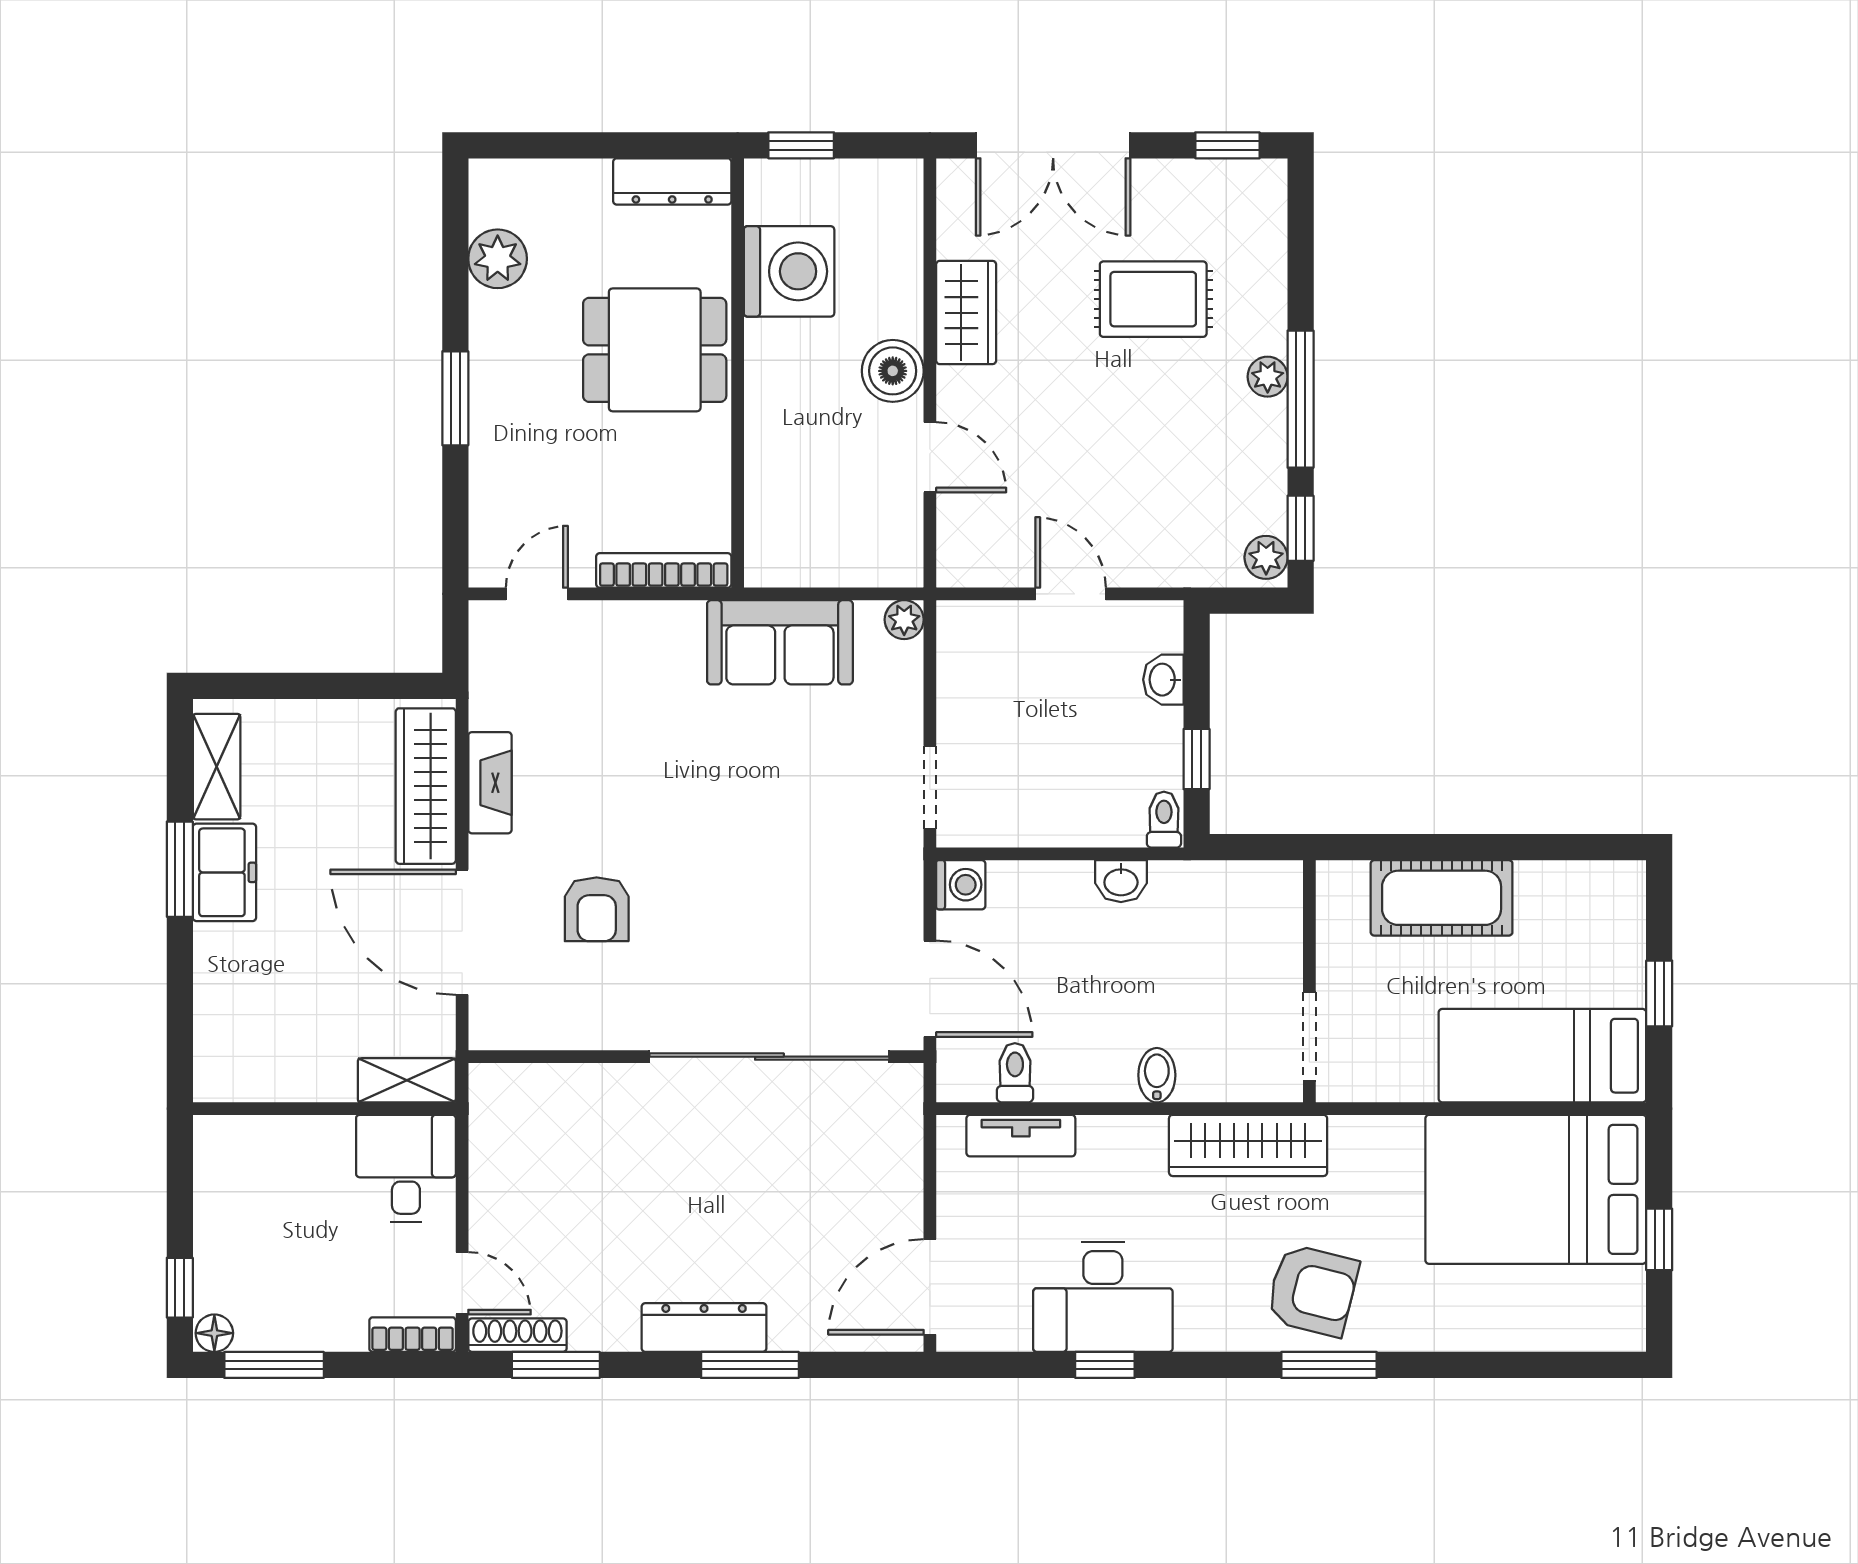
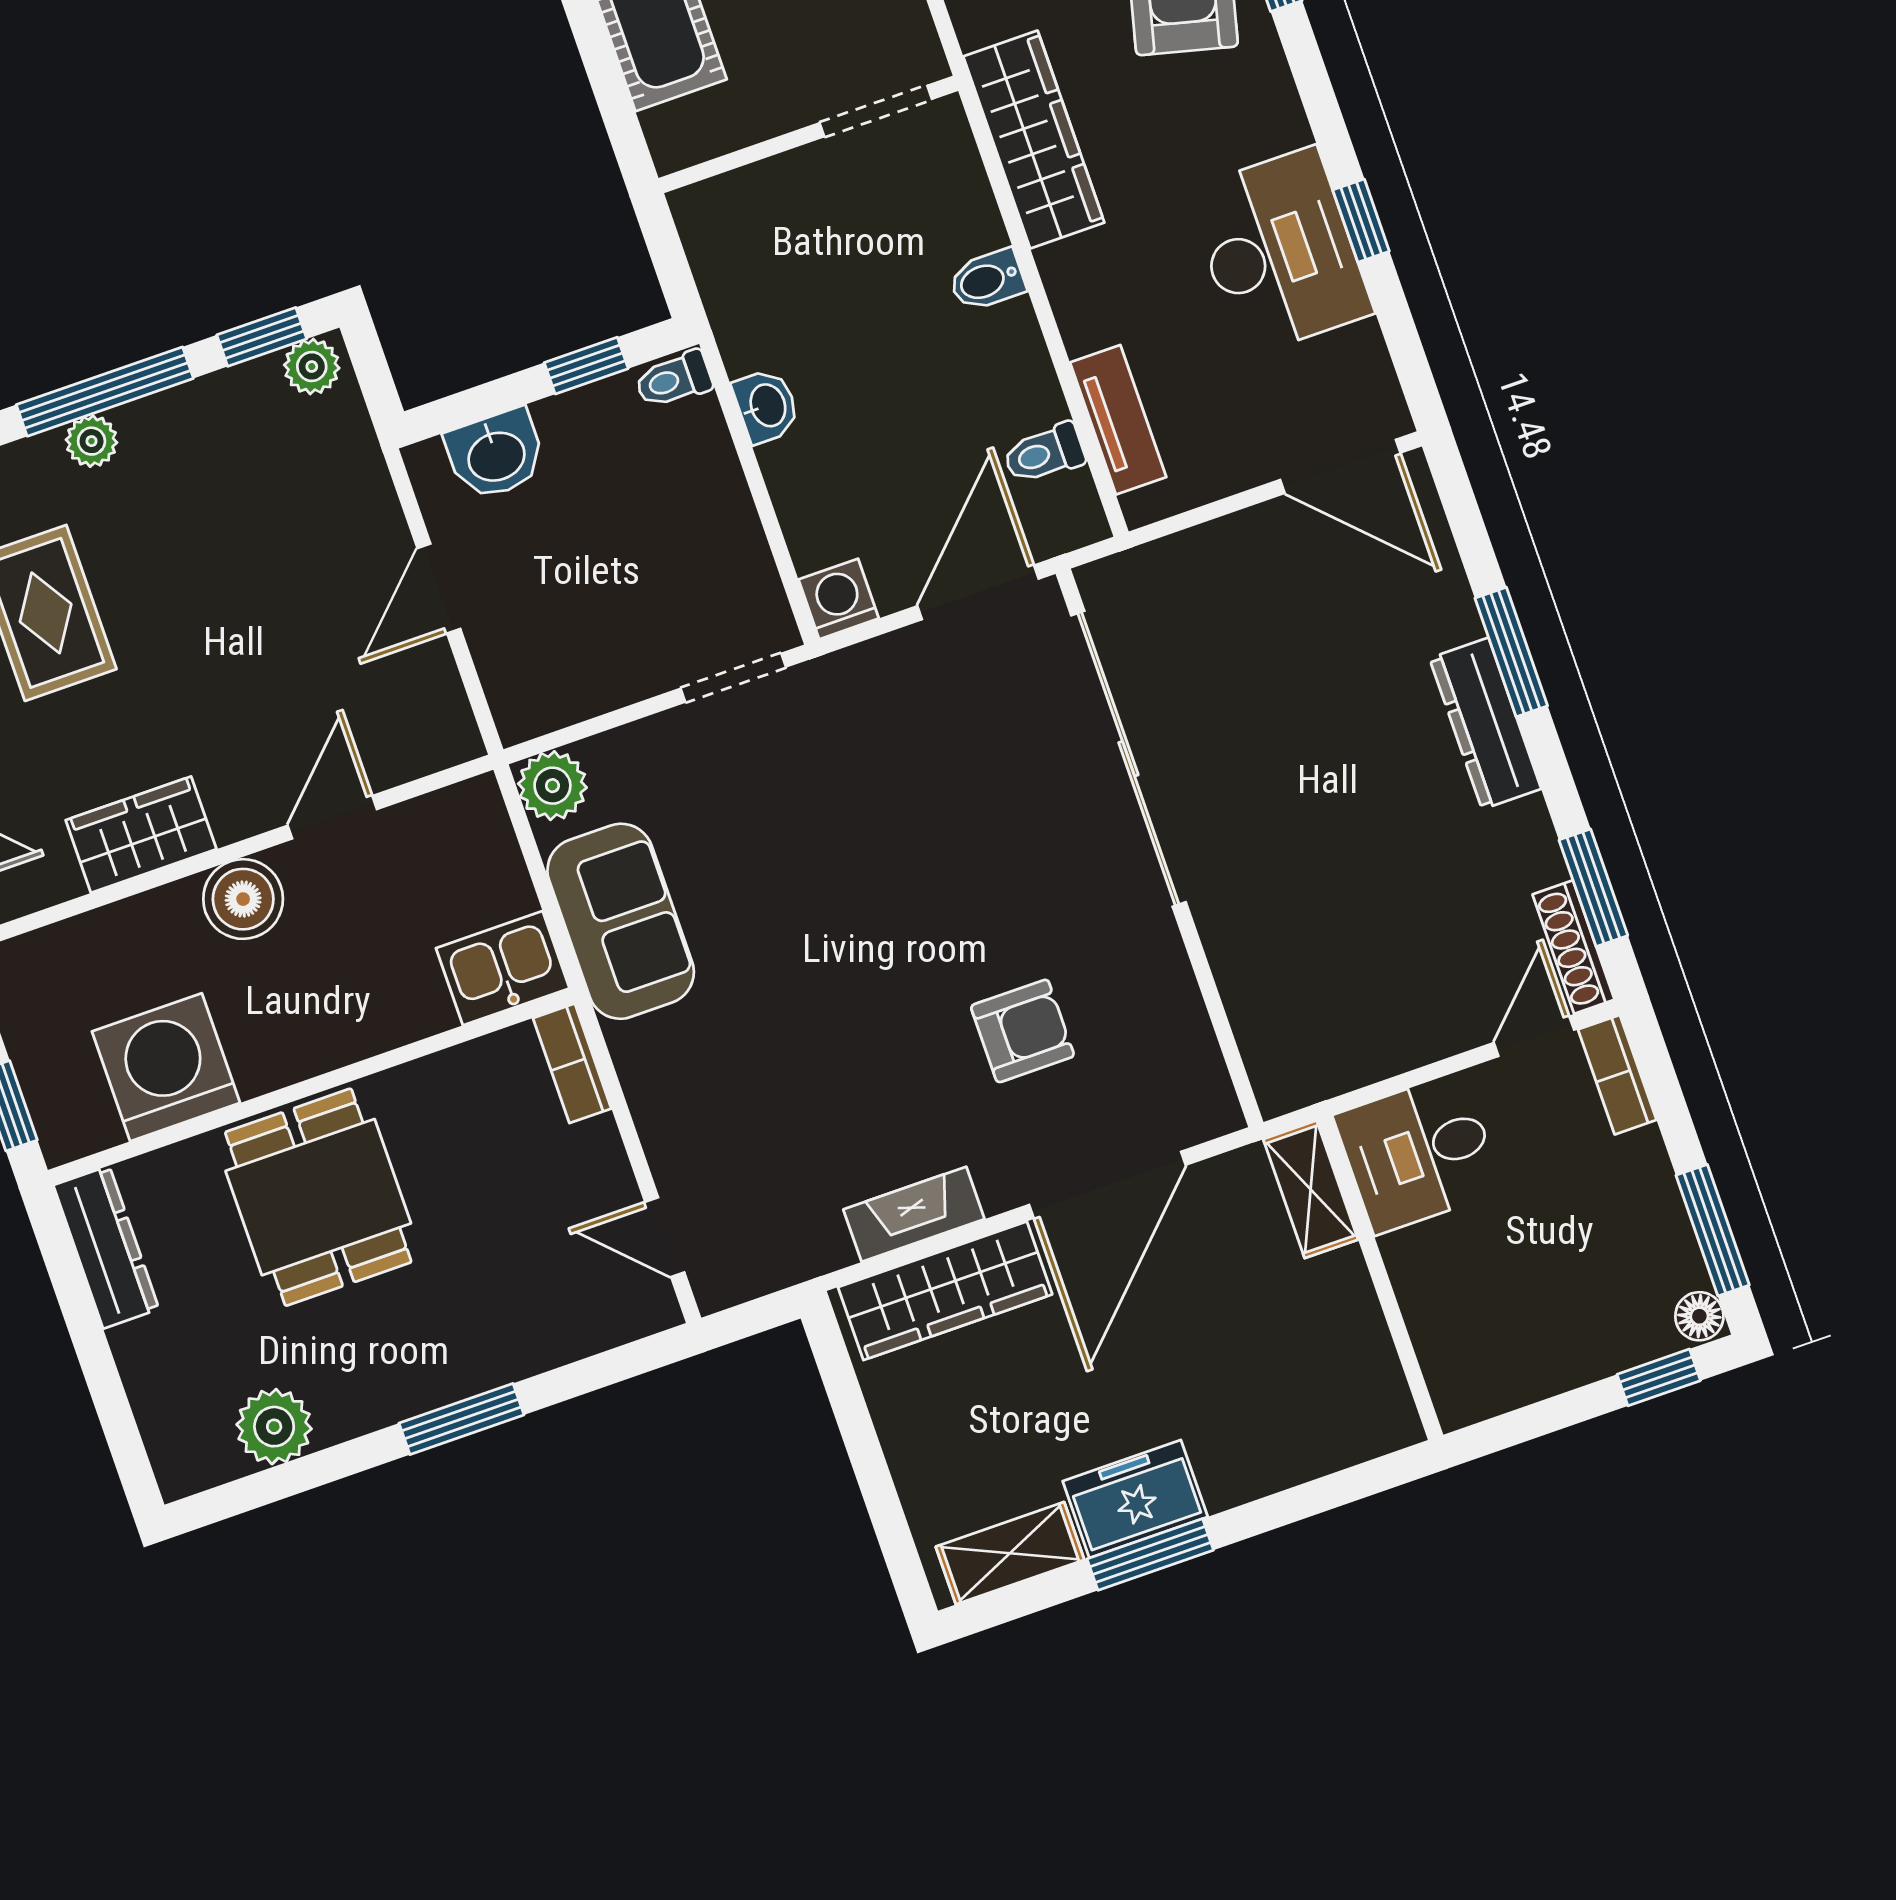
kitchen sink: (776, 544) -> (503, 968), added
bookcase: (664, 570) -> (572, 1063), width x0.64
plant: (904, 620) -> (552, 786), width x1.38, depth x1.38
washbasin: (1163, 680) -> (496, 455), width x1.38, depth x1.45

